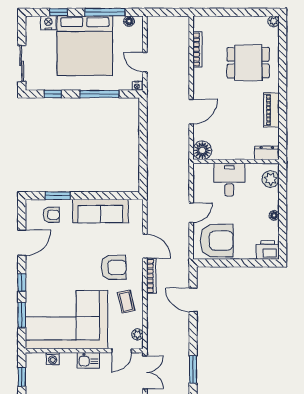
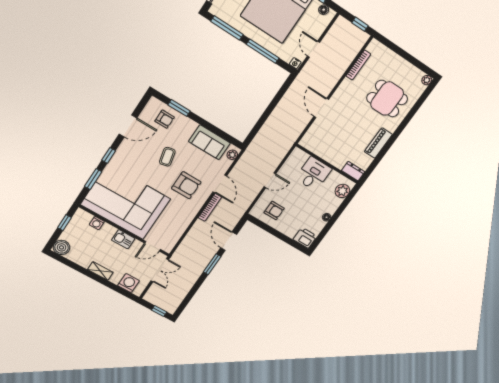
window: (172, 12) -> (360, 24), added
window: (53, 94) -> (227, 28), width x2.17
door: (191, 111) -> (321, 108), swing flipped
floor lamp: (202, 150) -> (309, 141), removed
sofa: (100, 211) -> (209, 142), width x0.73
armchair: (217, 241) -> (274, 210), width x0.53, depth x0.53
coffee table: (126, 302) -> (167, 157), moved
plant: (138, 334) -> (232, 155), moved
window: (193, 369) -> (212, 264), moved

